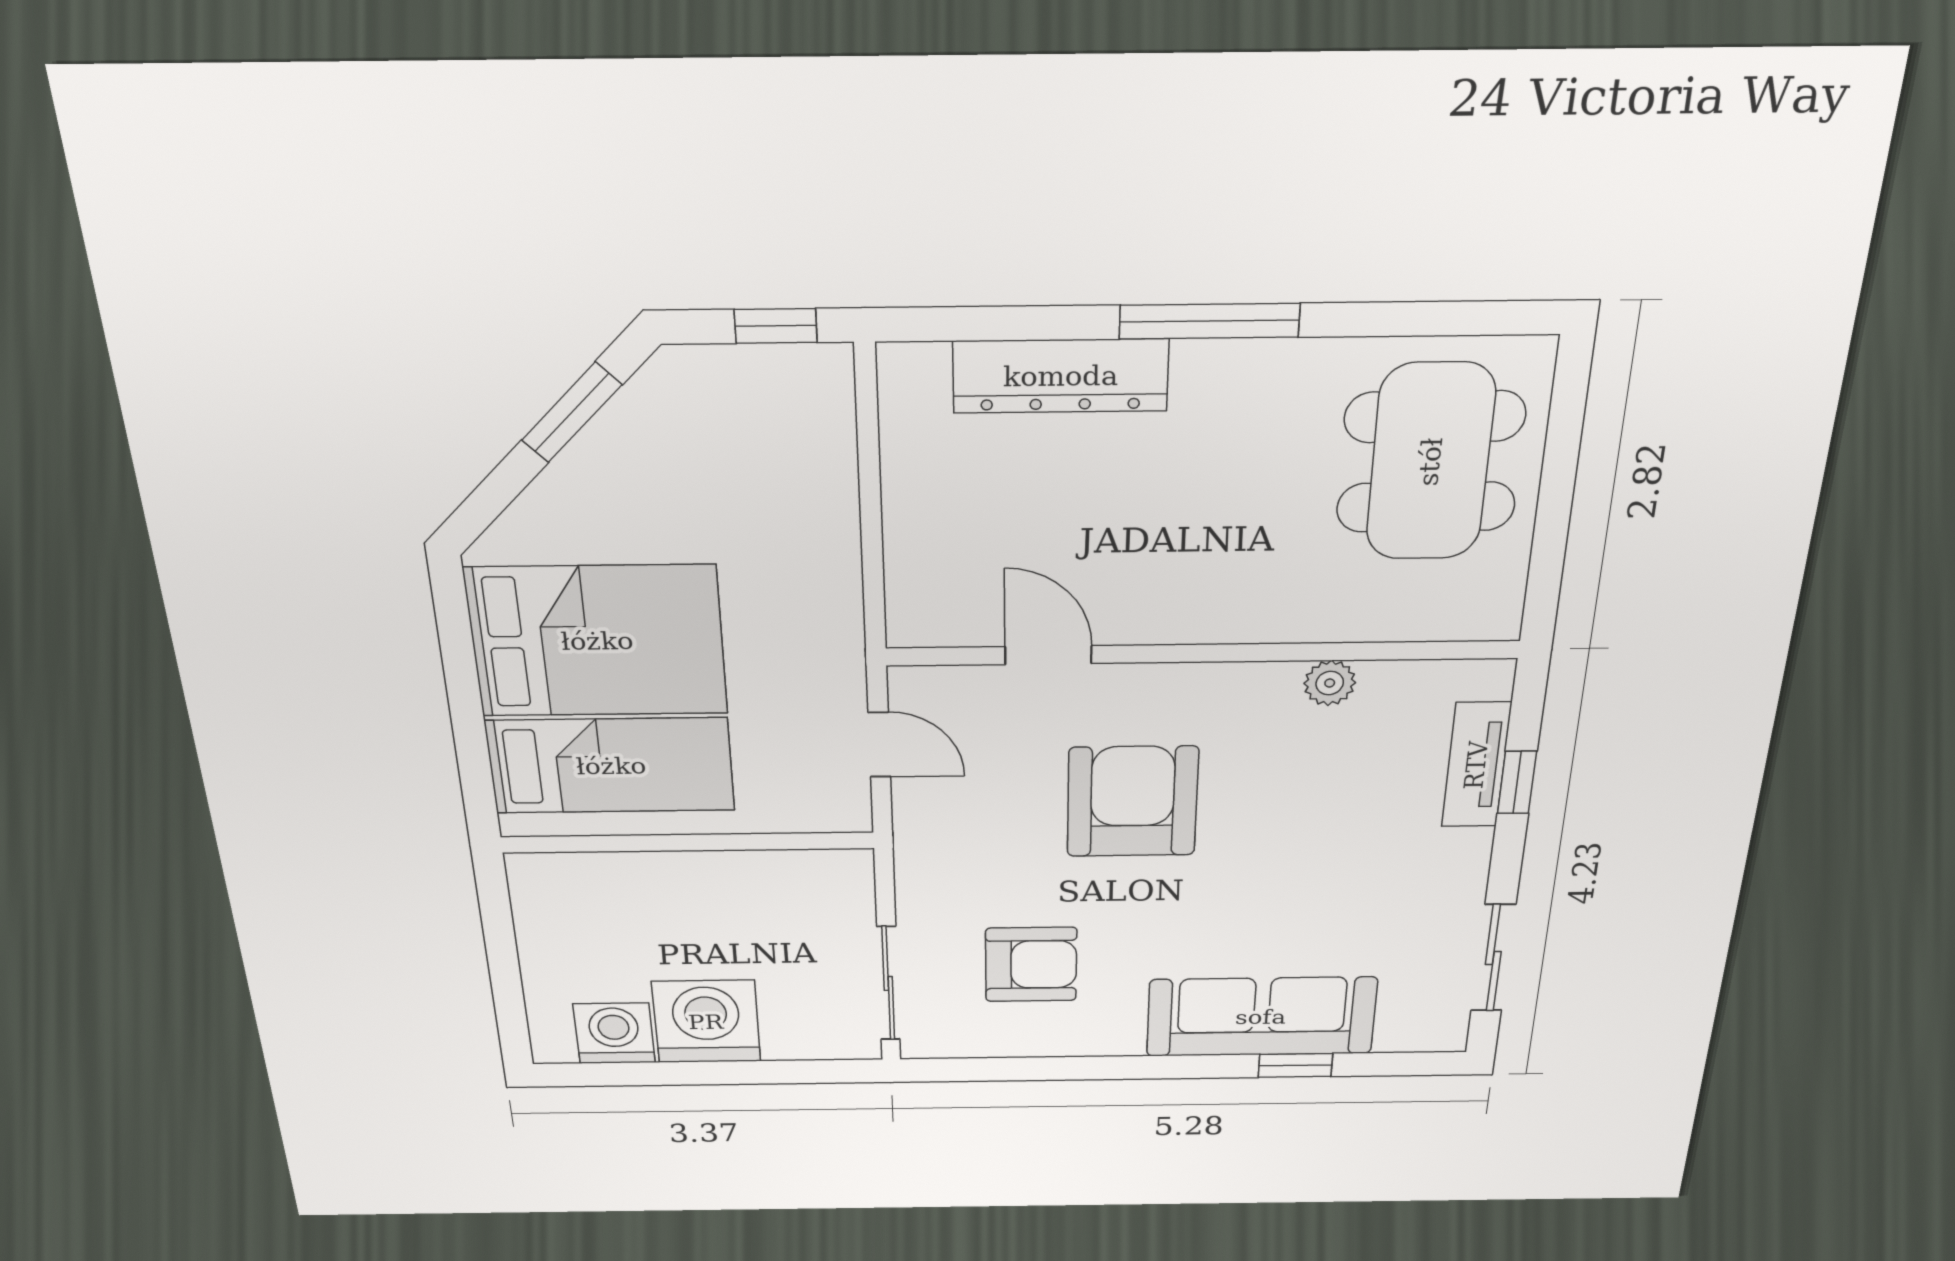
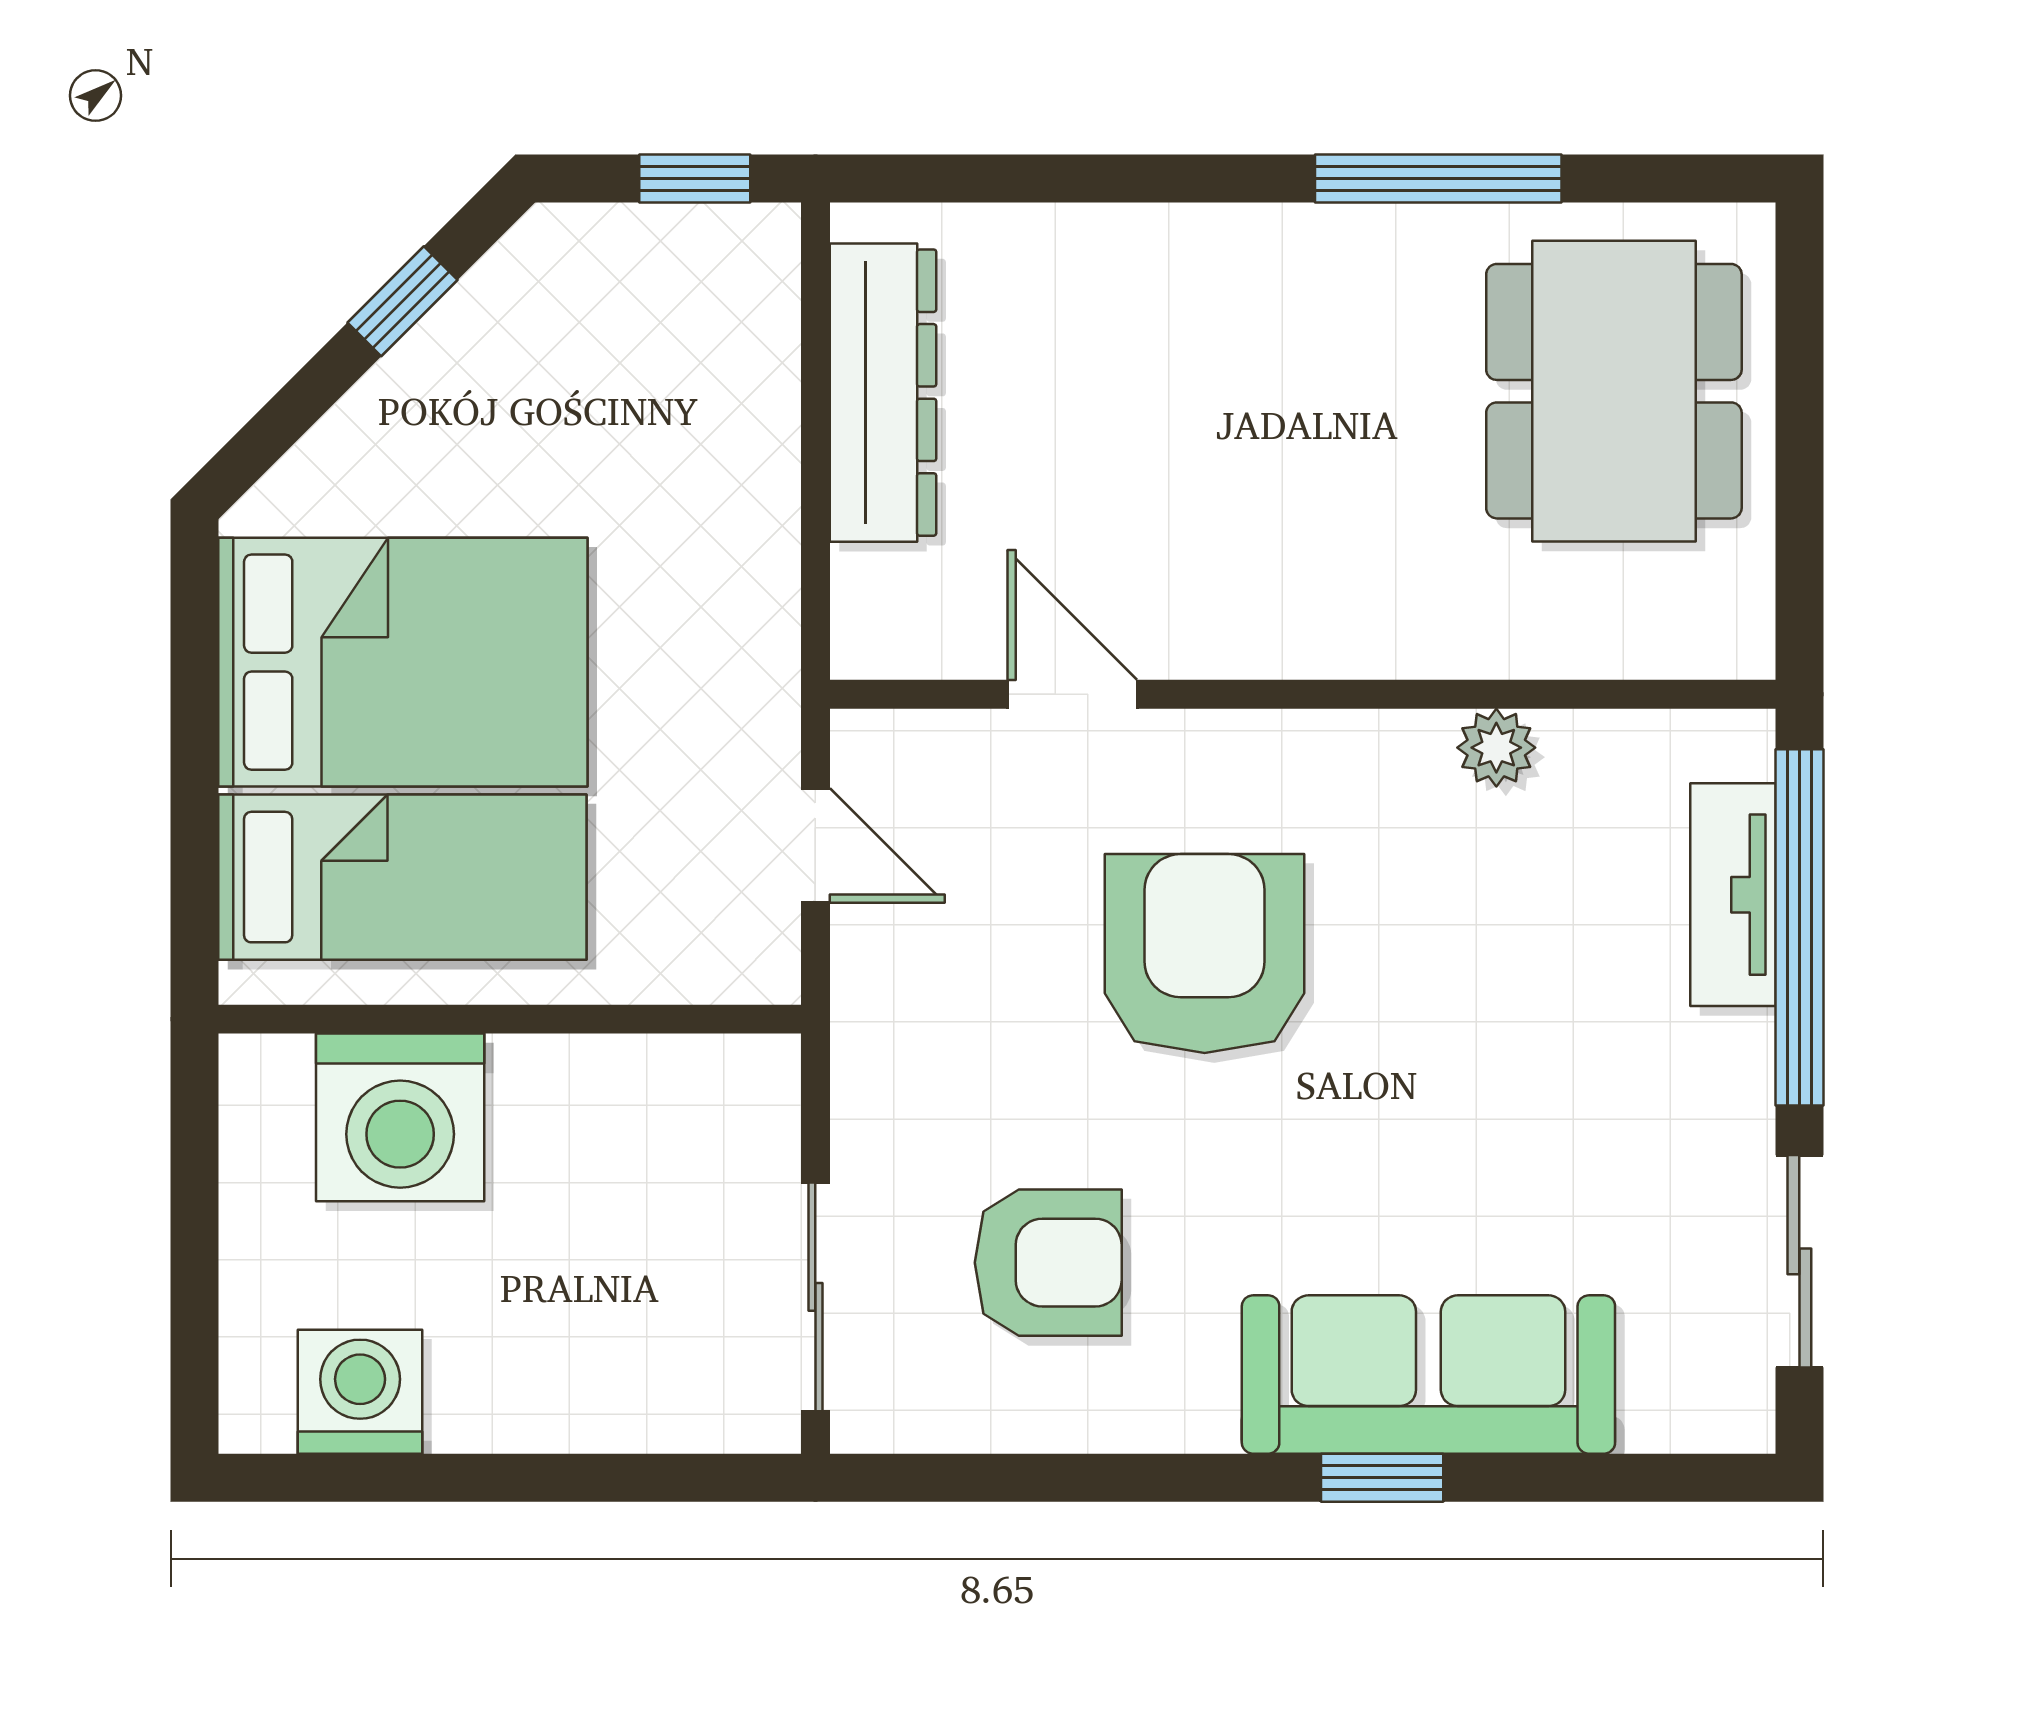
window: (1209, 321) -> (1438, 178), moved
dresser: (1061, 376) -> (883, 393), moved, turned -90
window: (572, 412) -> (402, 301), width x0.67
window: (1517, 782) -> (1799, 927), width x3.17
washing machine: (706, 1022) -> (400, 1117), moved, turned 180
window: (1295, 1065) -> (1382, 1478), moved

